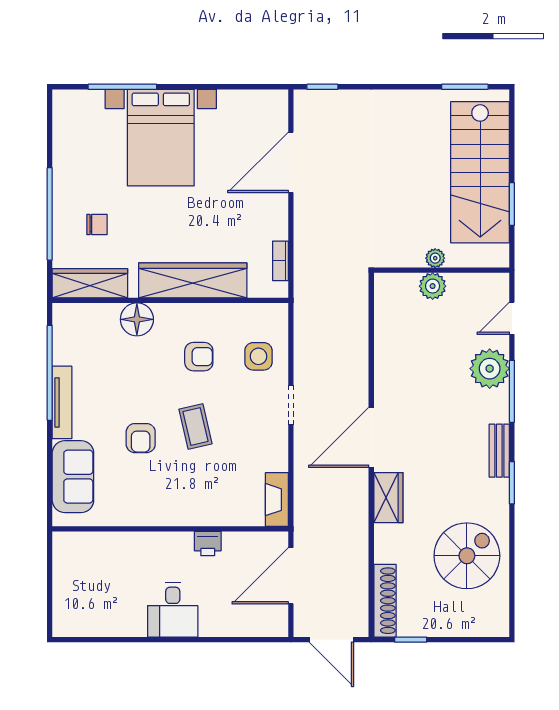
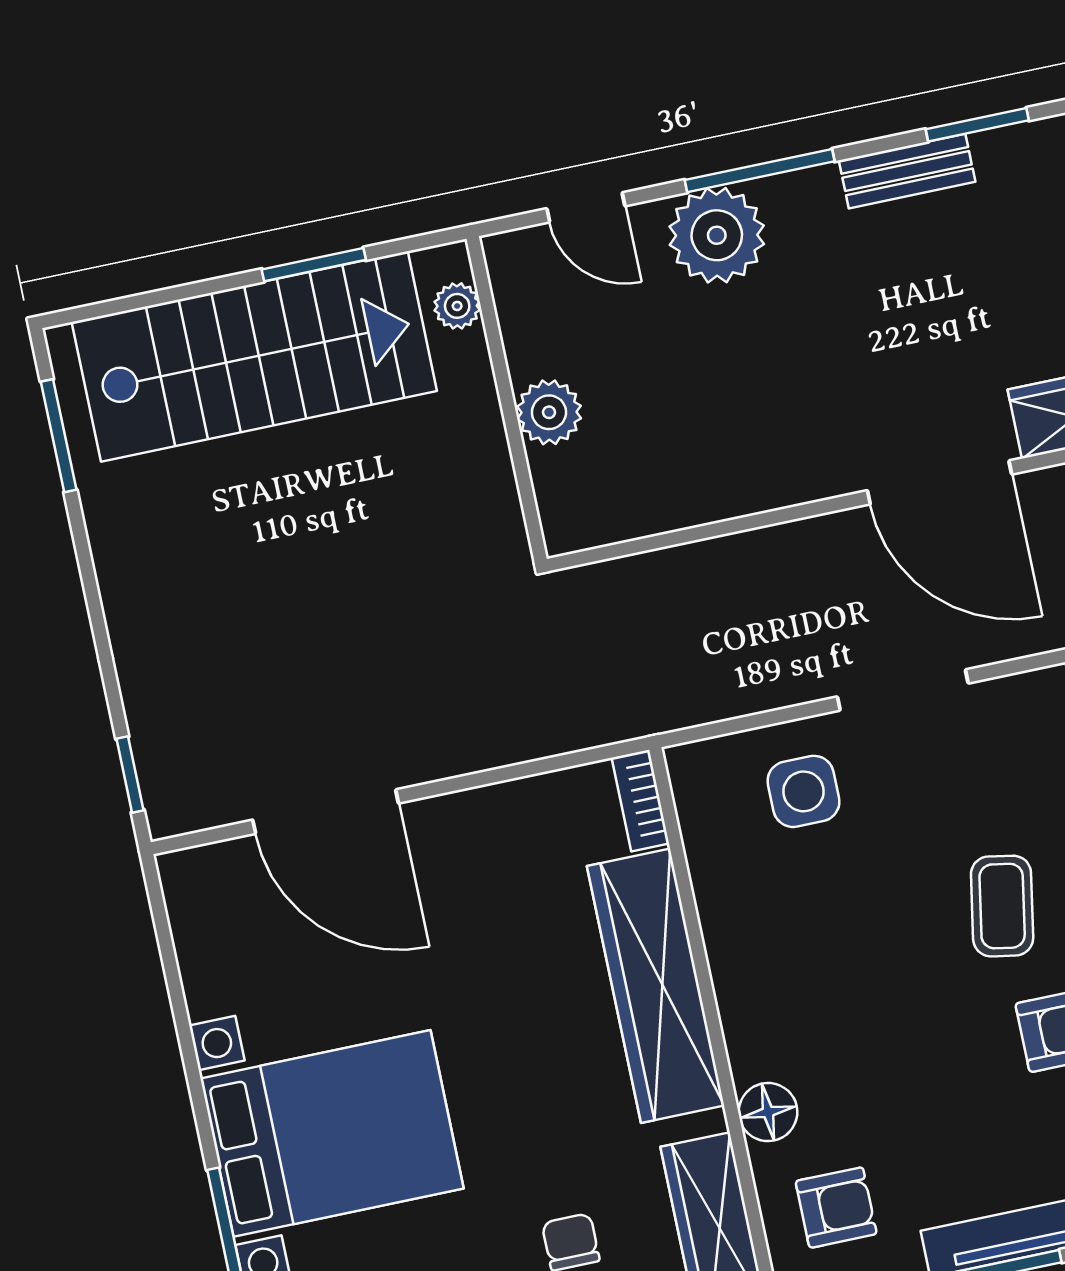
plant: (435, 258) -> (457, 306), moved
bookcase: (280, 261) -> (640, 801), moved, turned 90
floor lamp: (137, 319) -> (768, 1112), width x0.73, depth x0.73
armchair: (199, 357) -> (836, 1208), moved, turned 90
doorway: (291, 405) -> (903, 690), width x1.38
coffee table: (195, 427) -> (1002, 906), turned -67

